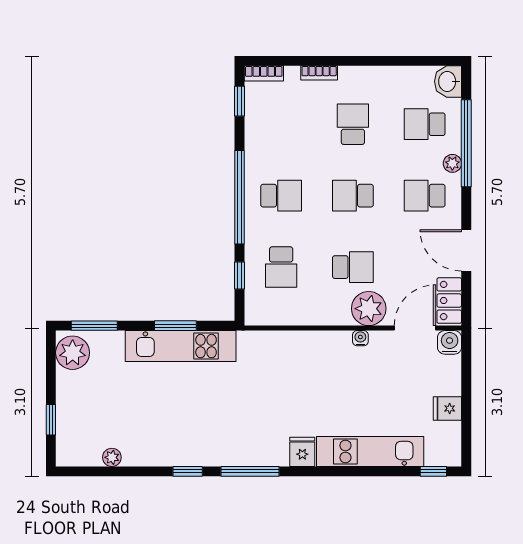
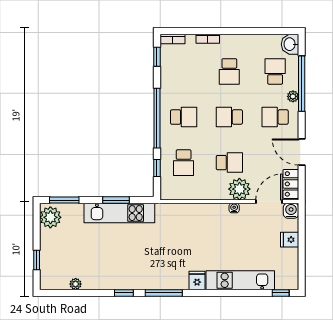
school desk: (353, 124) -> (229, 71), turned 180
school desk: (425, 124) -> (275, 71), turned 90
fridge: (447, 408) -> (290, 240), moved

